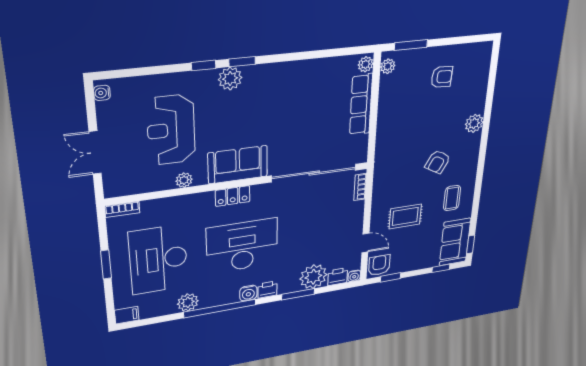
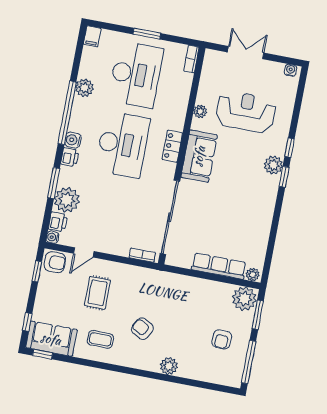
window: (464, 40) -> (249, 362), added
plant: (388, 66) -> (244, 299), width x1.88, depth x1.88
desk: (158, 259) -> (136, 75), turned 90

